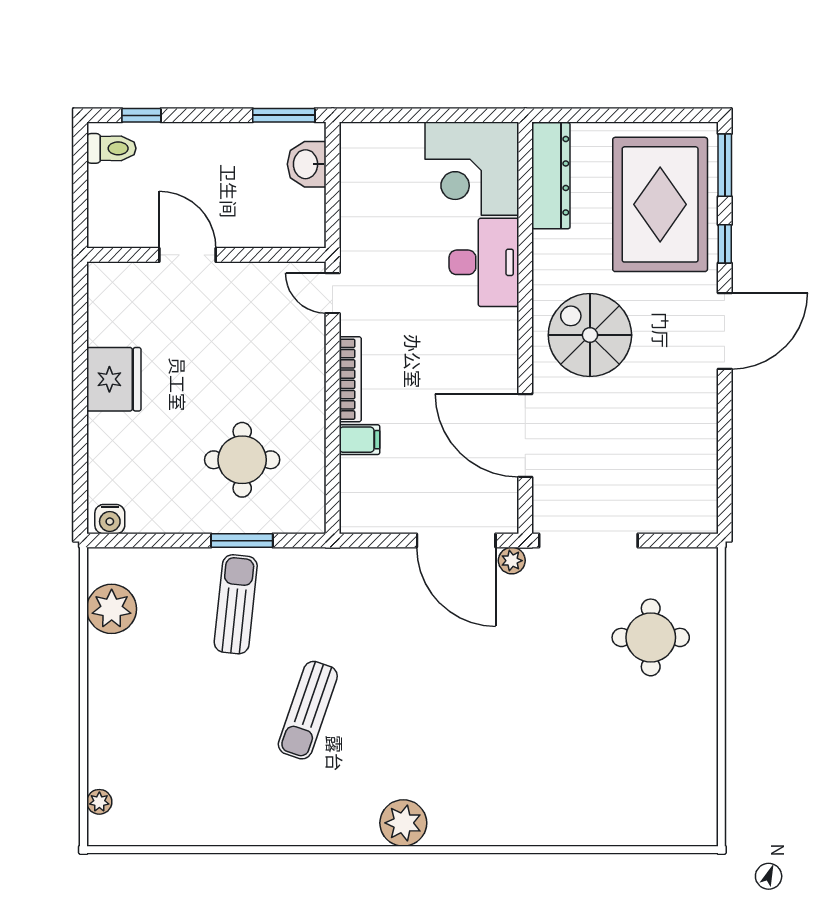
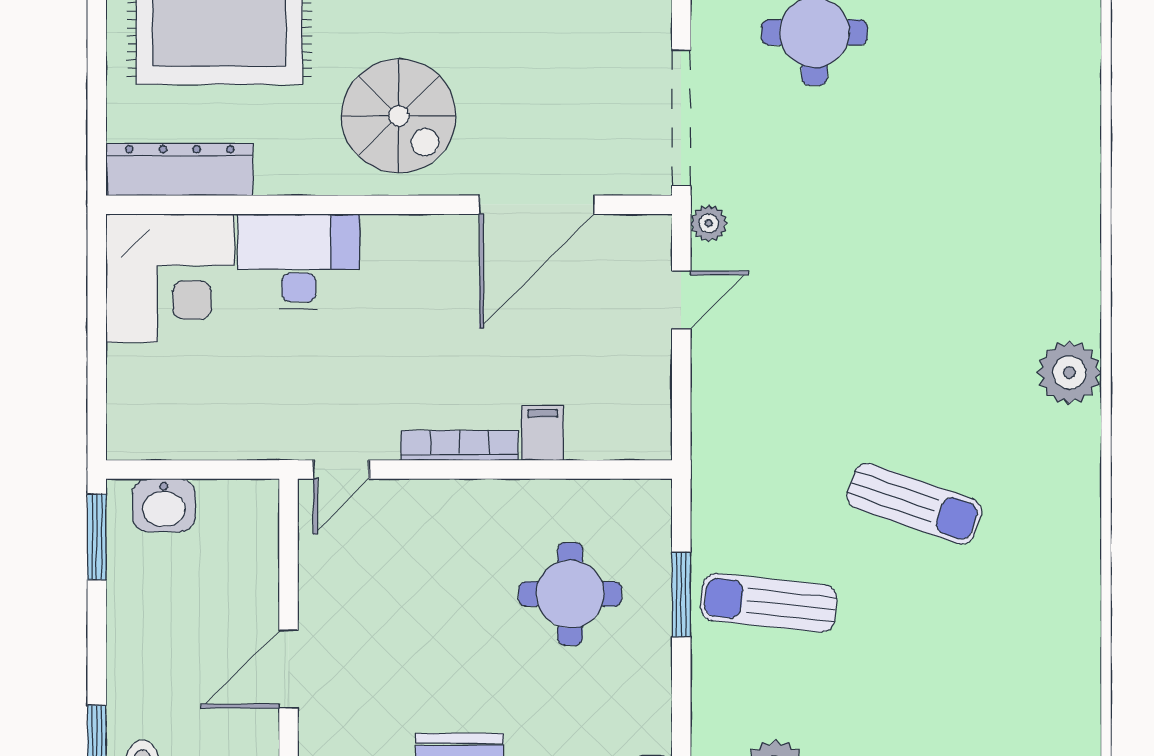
spiral stairs: (590, 335) -> (399, 116), turned -90
door: (456, 541) -> (681, 300), width x0.53

